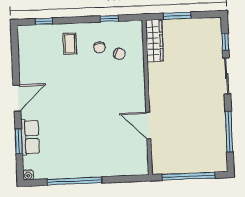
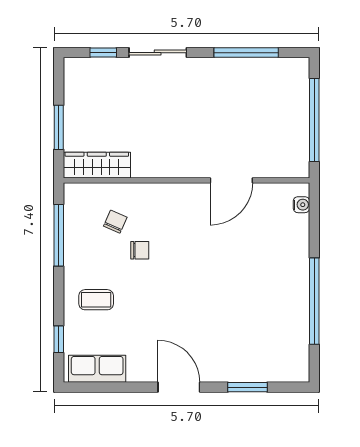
window: (109, 19) -> (59, 235), width x2.17
chair: (100, 47) -> (140, 250), moved
row of seats: (30, 137) -> (97, 369), moved
water cooler: (28, 175) -> (301, 205), moved

